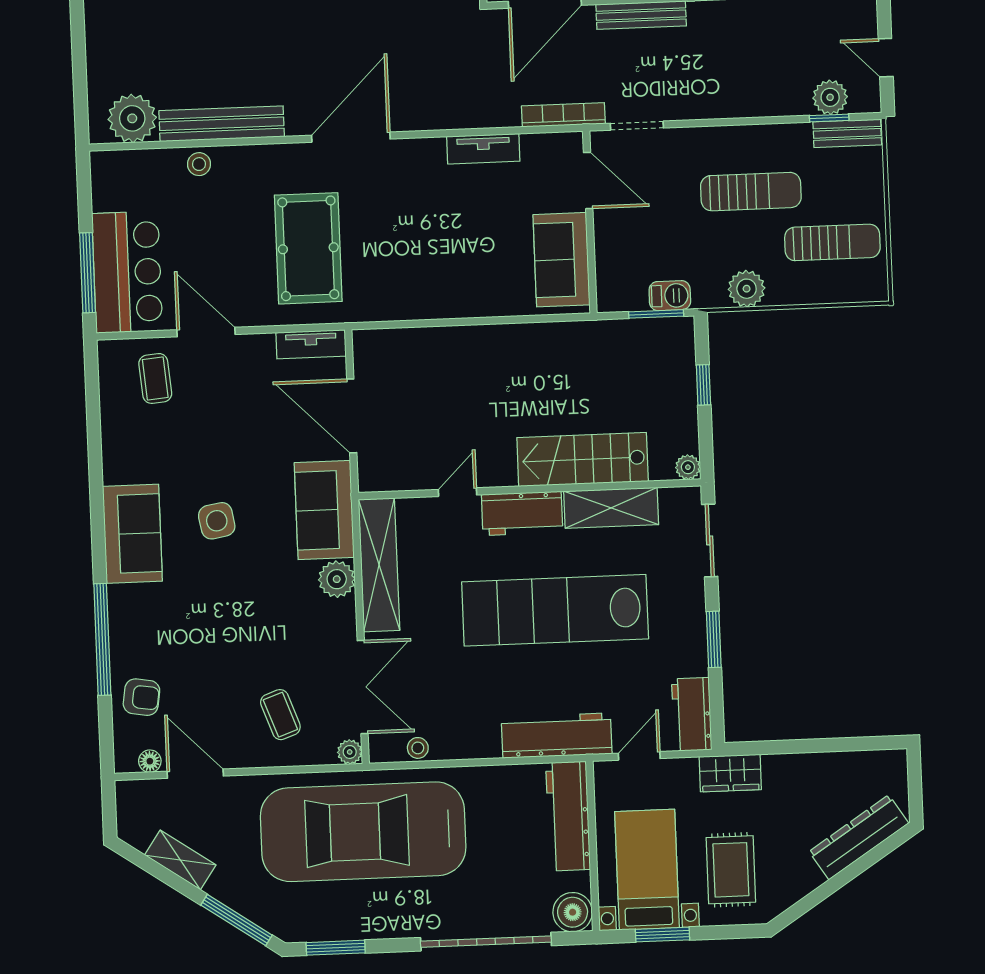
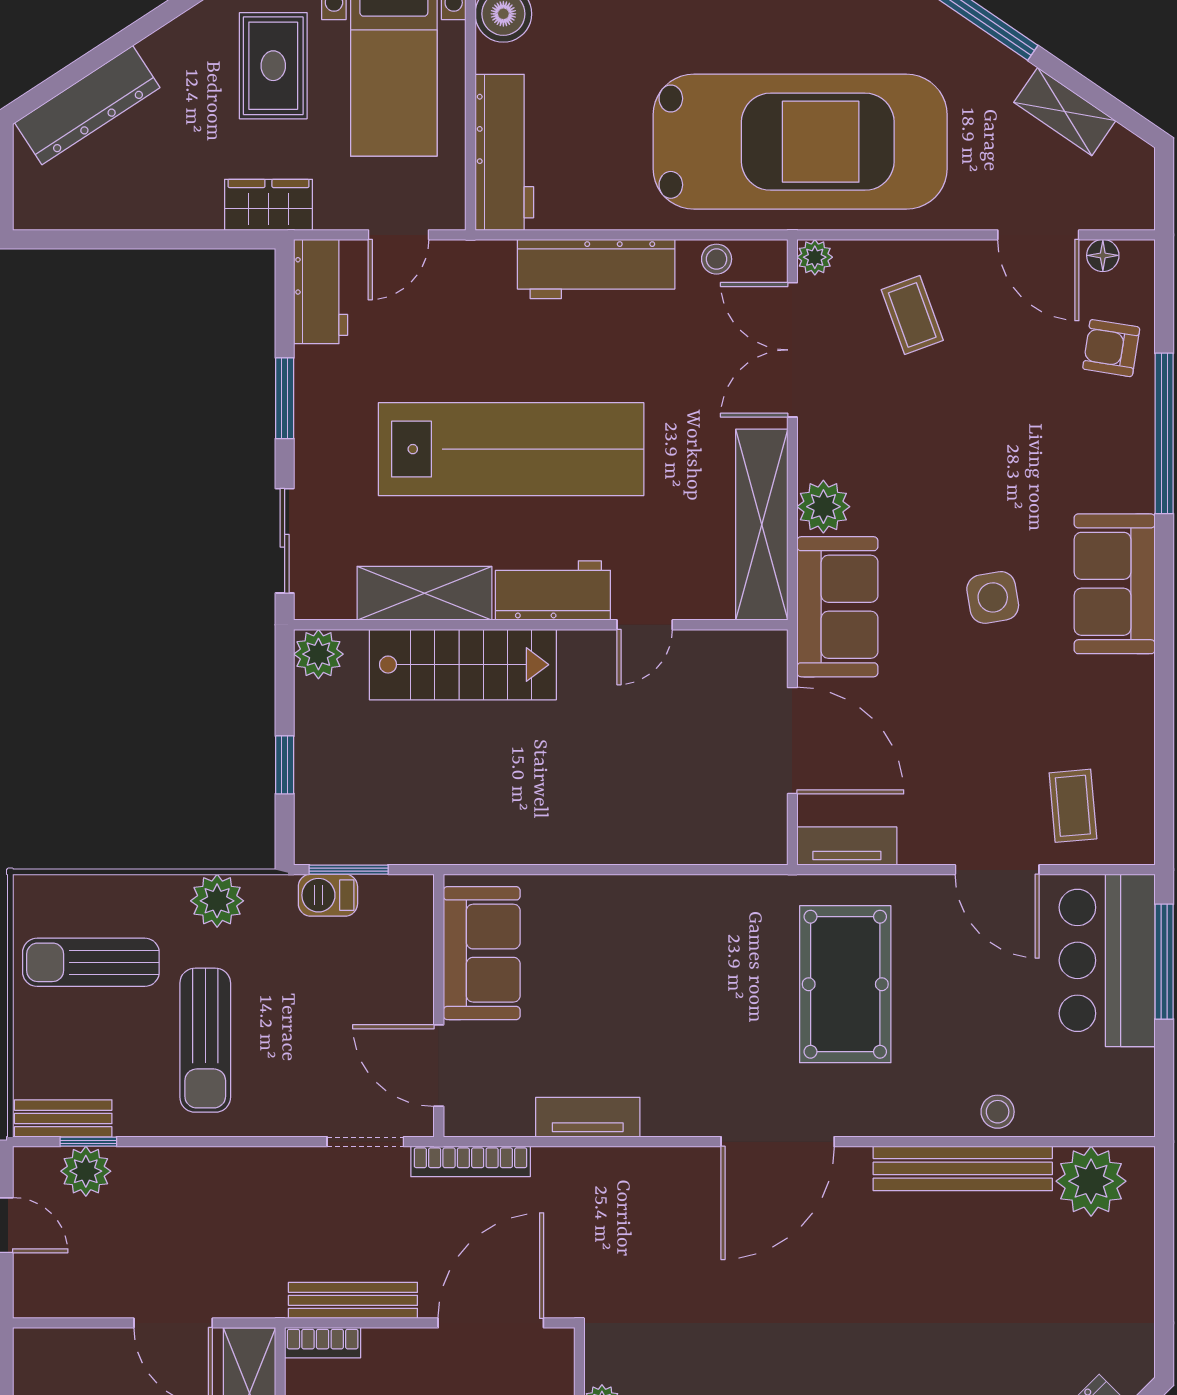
sun lounger: (751, 192) -> (205, 1040), turned -90
plant: (688, 467) -> (318, 654), width x1.38, depth x1.38
workbench: (557, 735) -> (596, 269), moved

